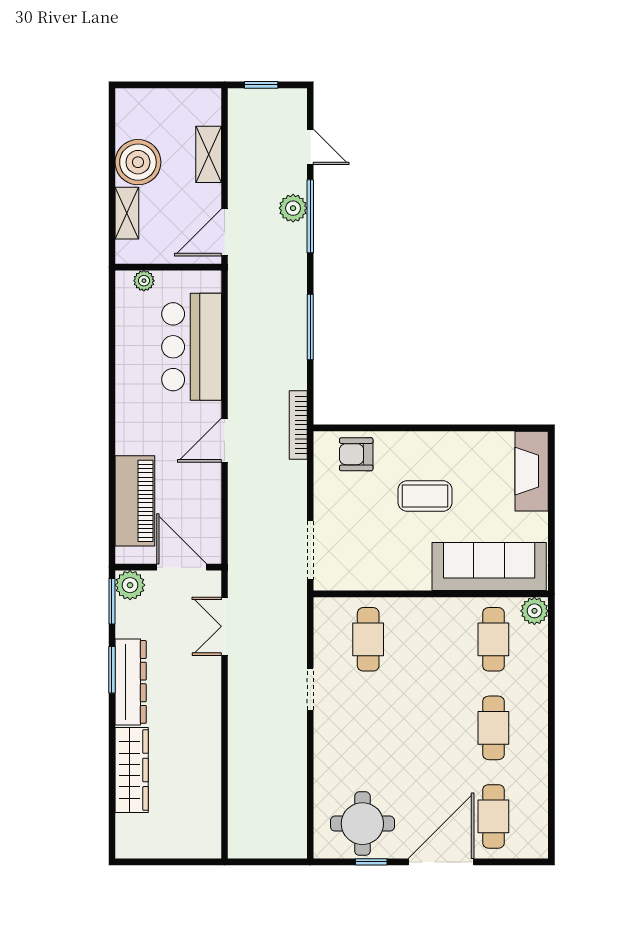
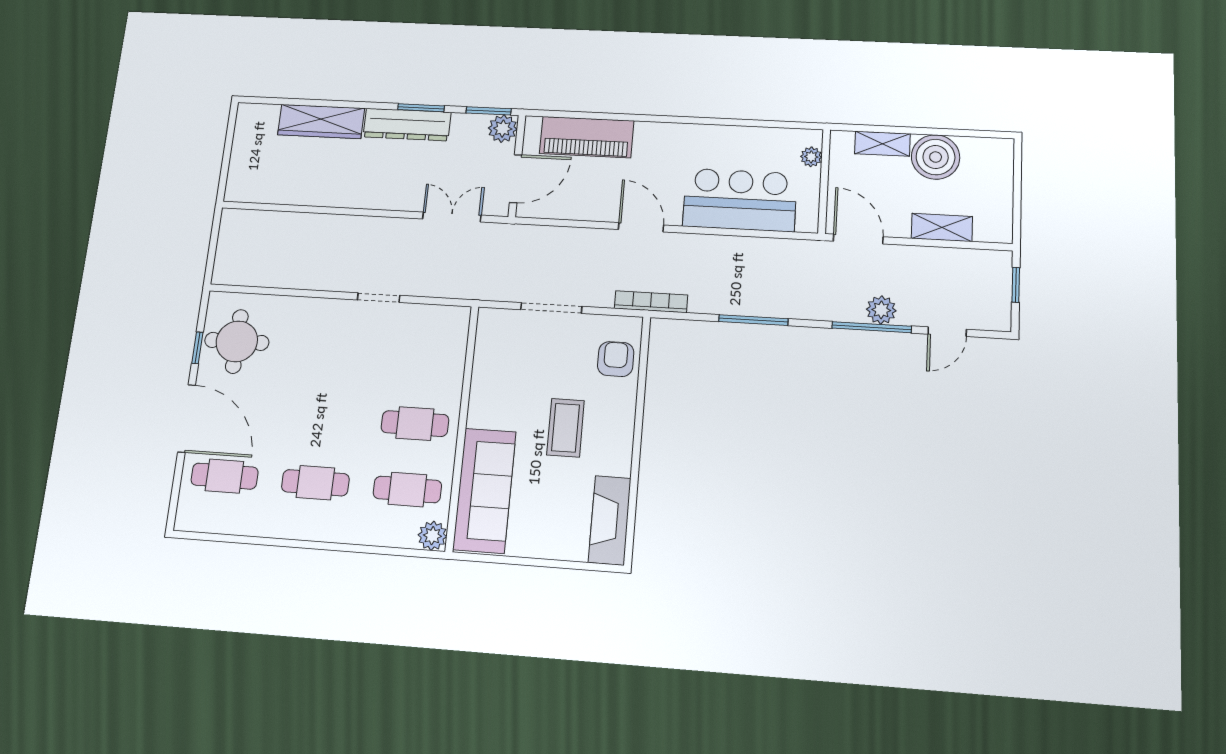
fireplace: (532, 471) -> (610, 520), moved, turned -90
doorway: (310, 550) -> (551, 308), moved
cafe table: (368, 639) -> (415, 424), moved

